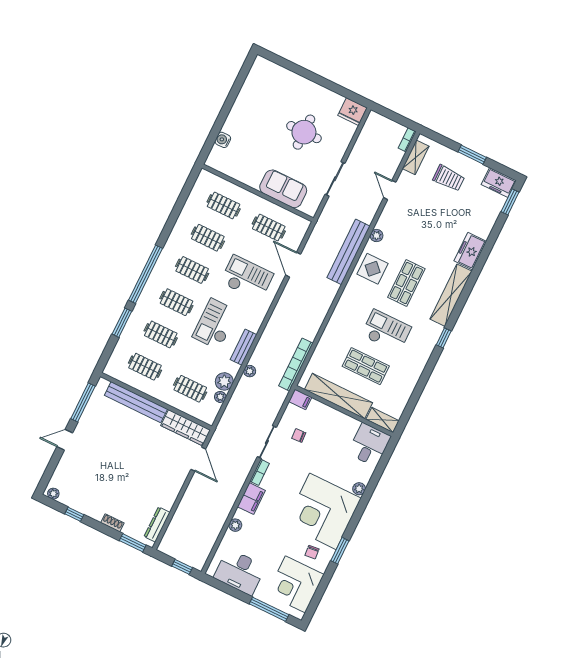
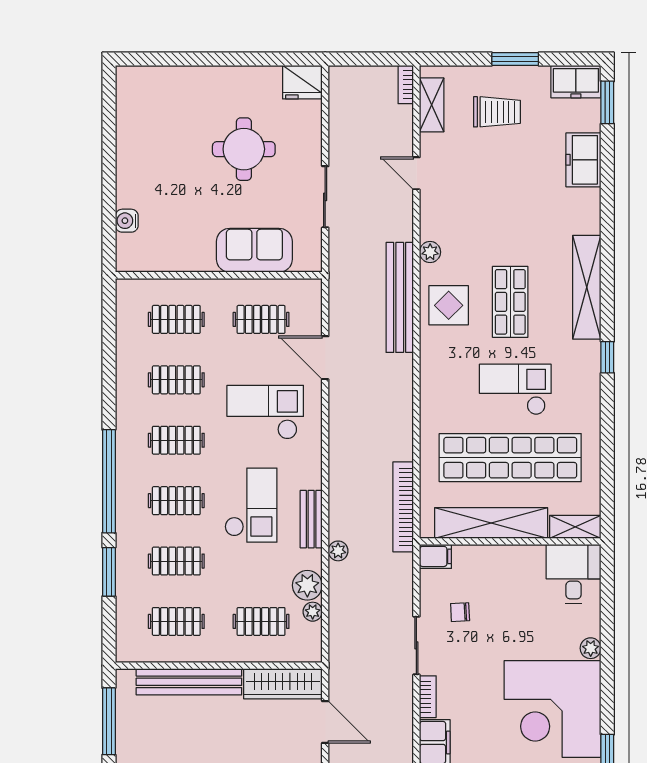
freezer: (470, 251) -> (583, 160), moved
checkout: (215, 324) -> (251, 505), turned 180
shop shelf: (366, 366) -> (510, 458), width x2.00, depth x1.36

